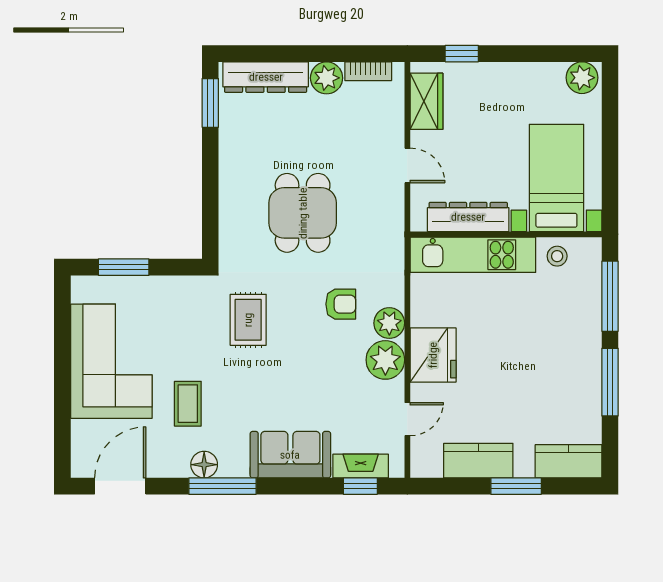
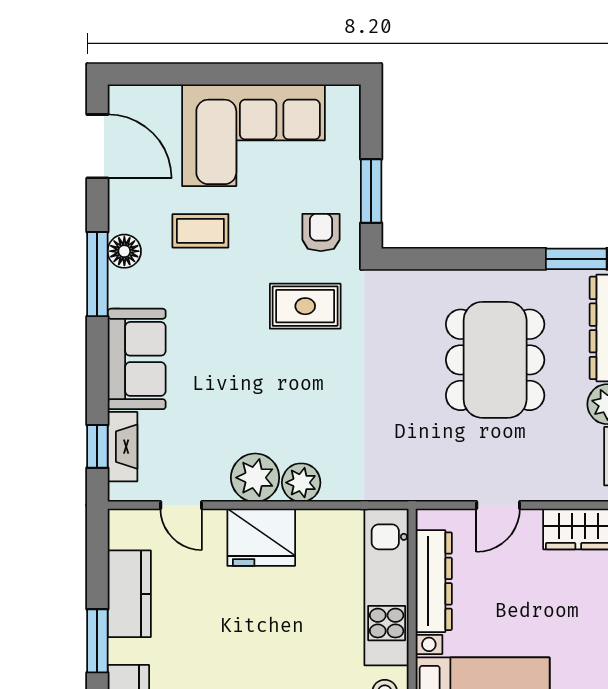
dining table: (303, 213) -> (495, 360), moved, width x1.37
window: (124, 267) -> (371, 191), moved
armchair: (341, 304) -> (321, 232), moved, turned 180

